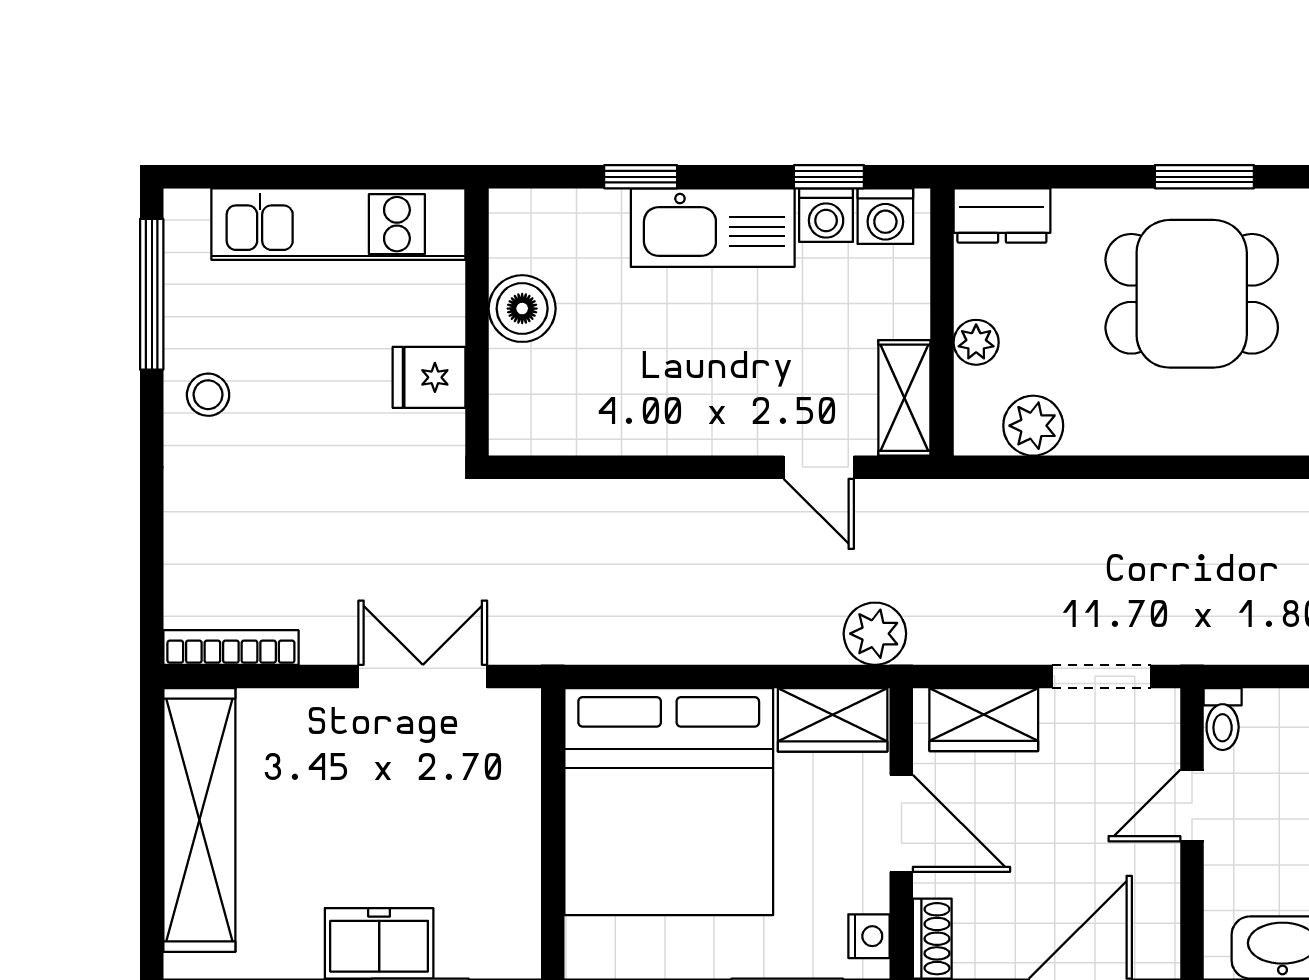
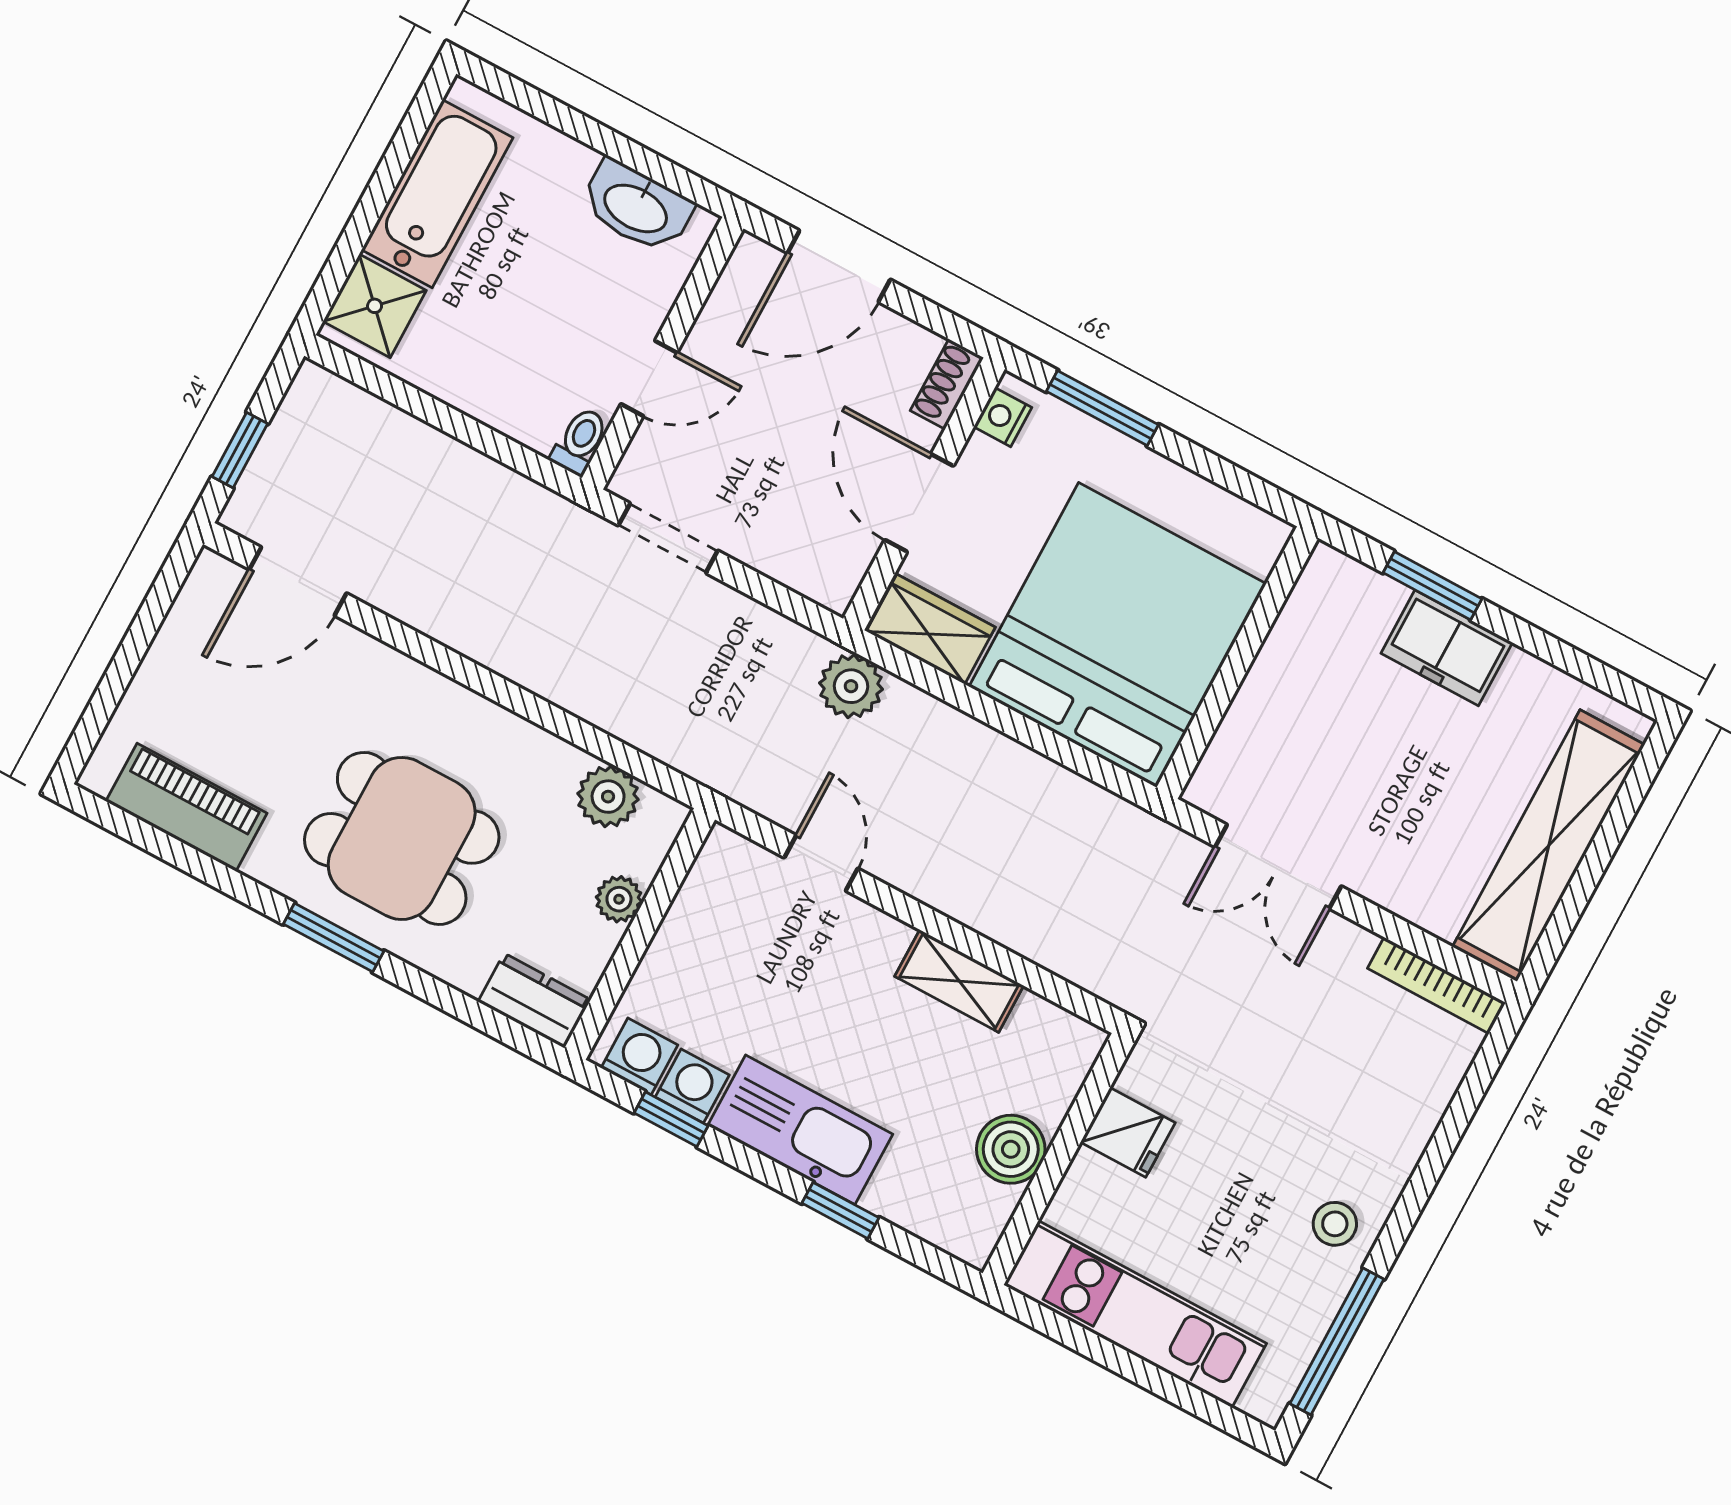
shelving: (904, 398) -> (959, 981), moved, turned 90
wardrobe: (984, 720) -> (795, 556), removed

